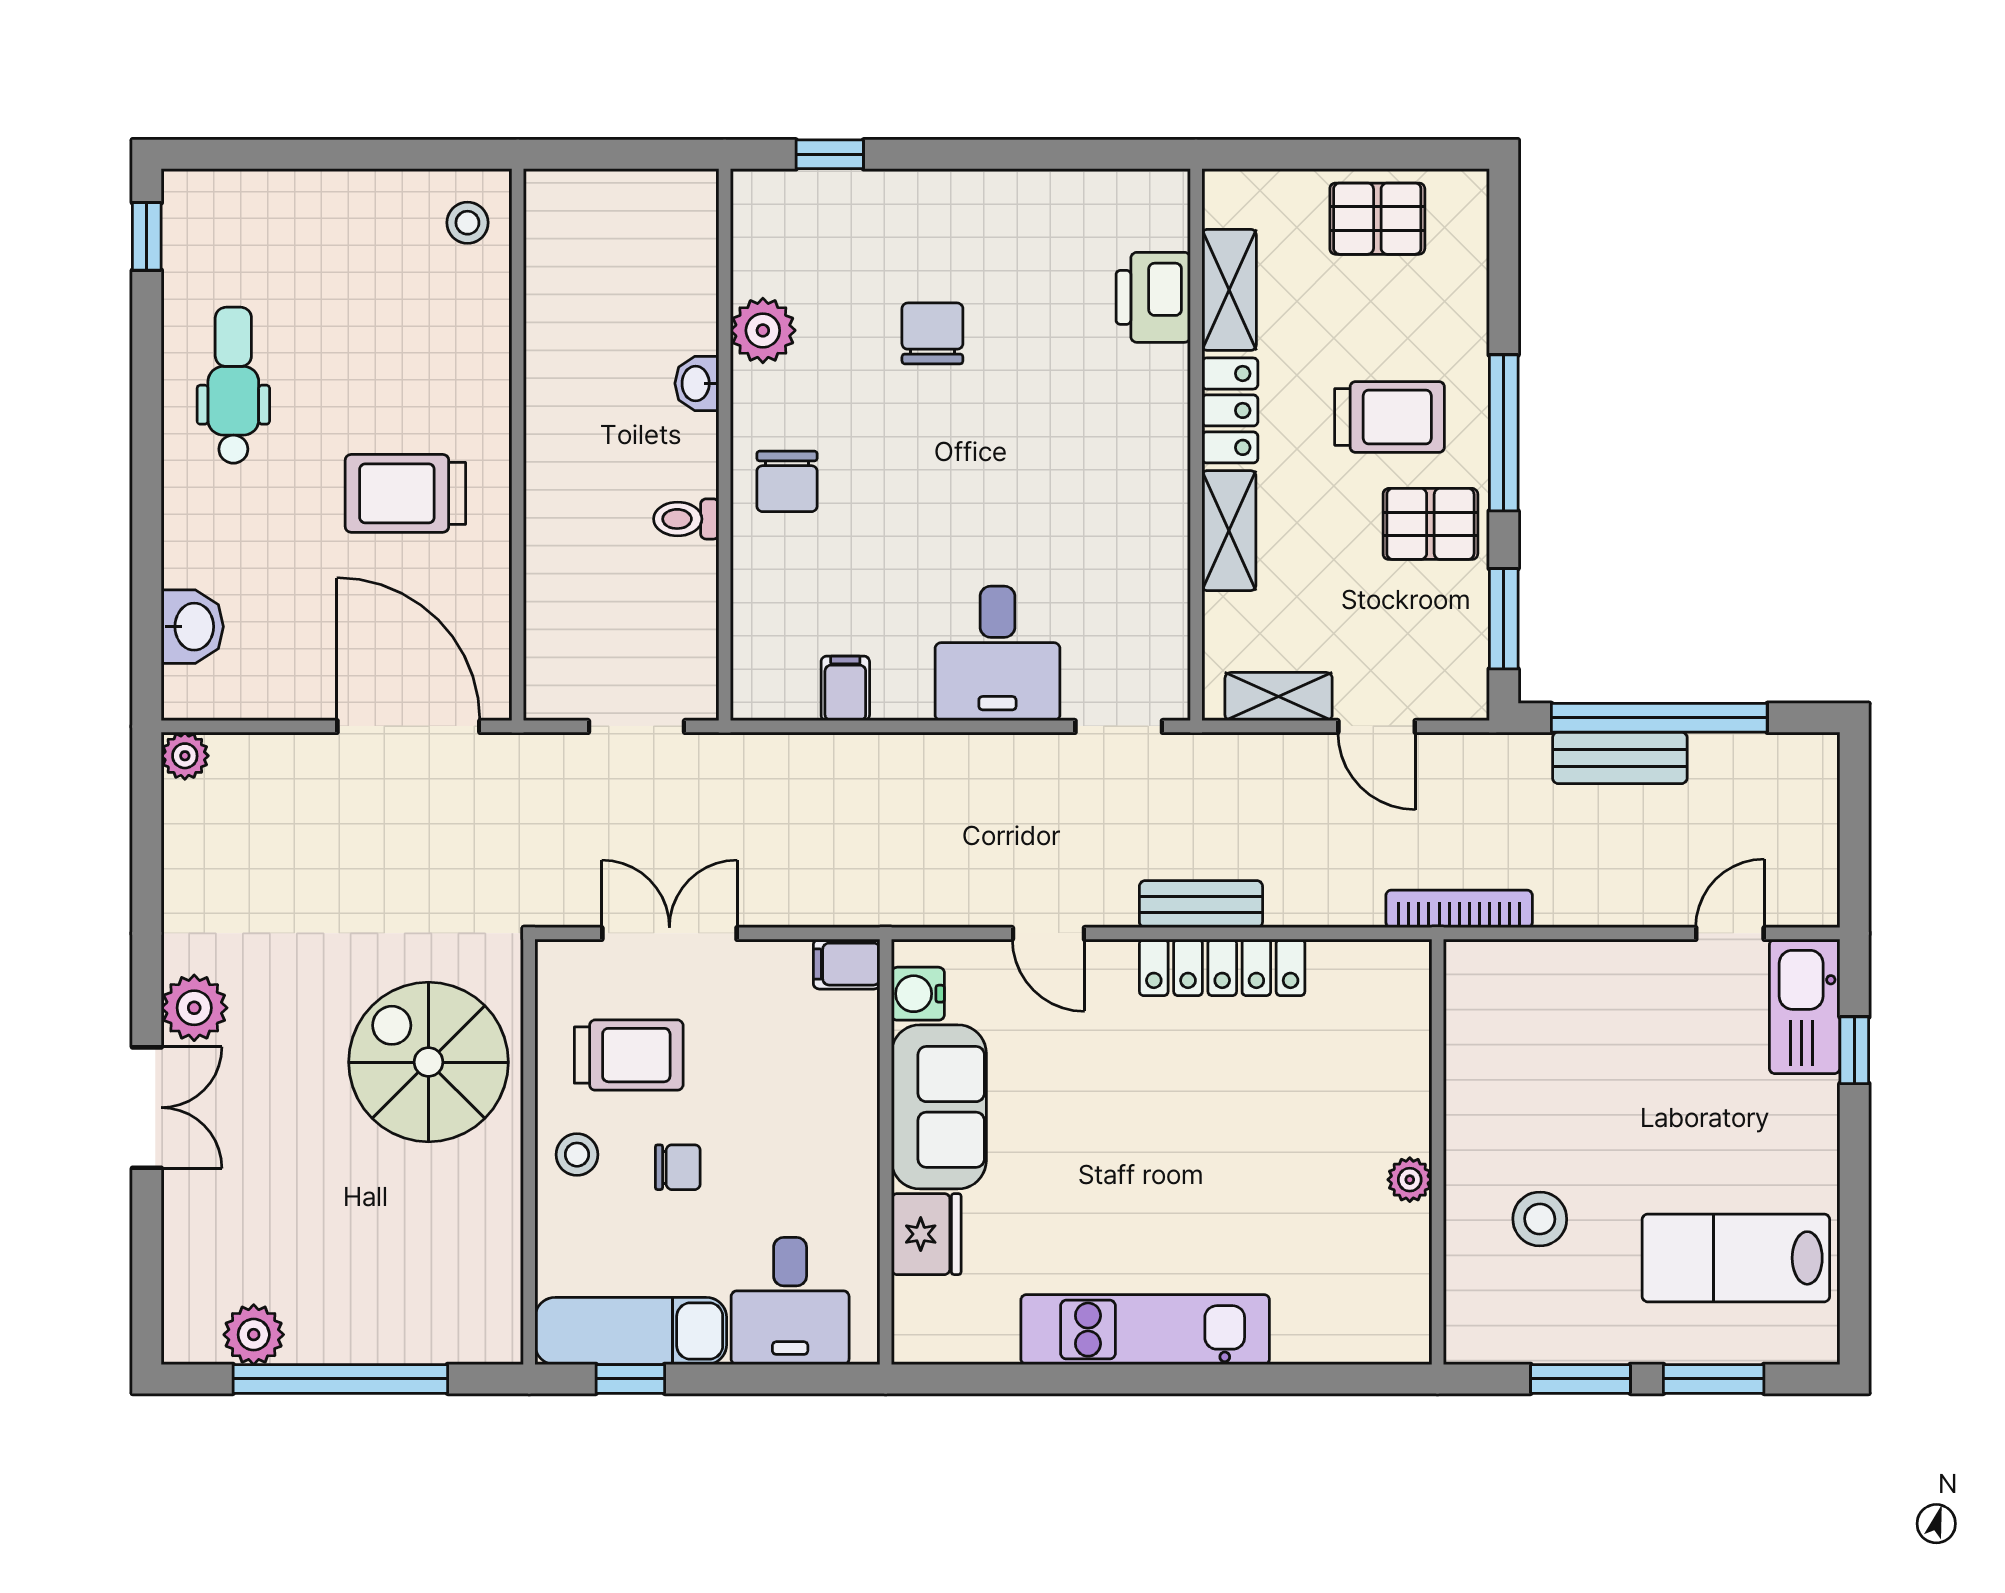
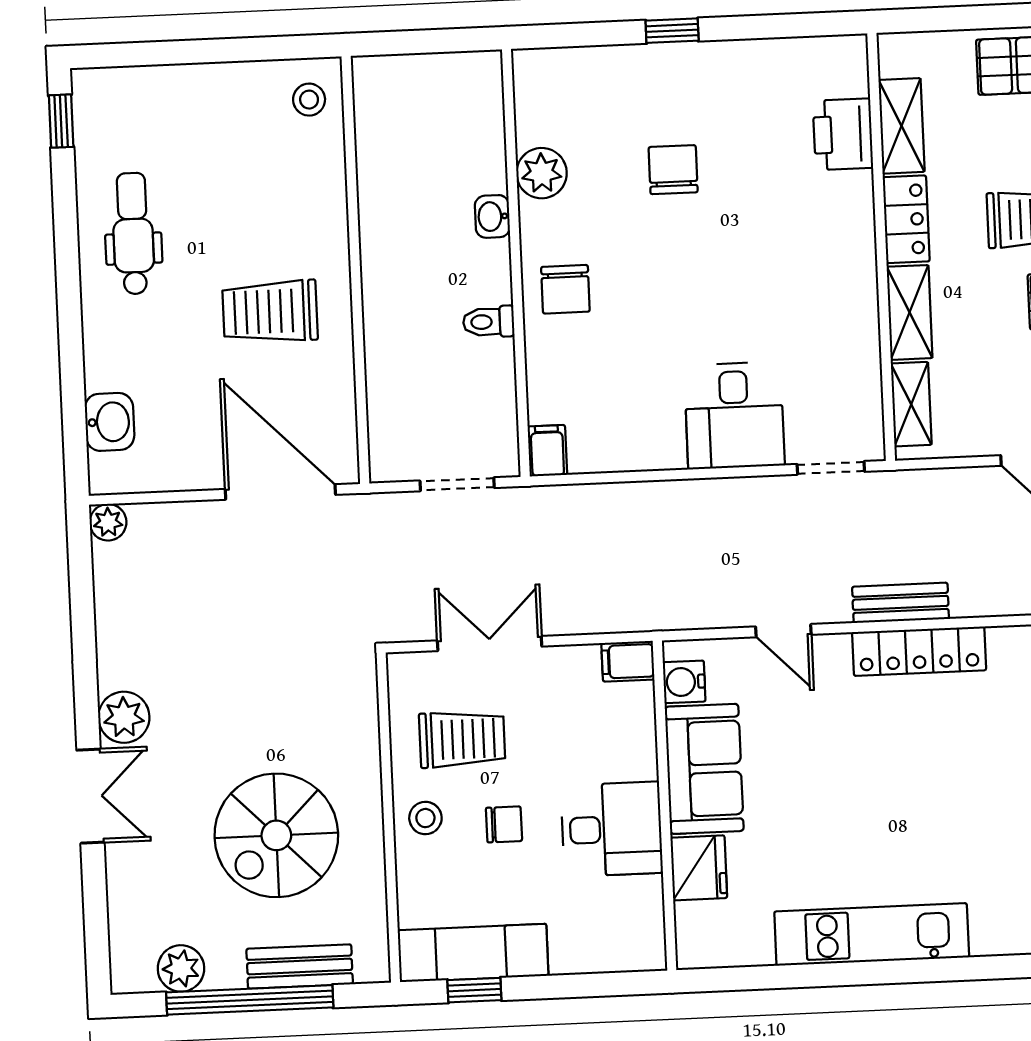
window: (830, 154) -> (672, 31), moved
filing cabinet: (845, 688) -> (547, 451), moved
shelving: (1279, 697) -> (911, 404), moved, turned 90
spiral stairs: (428, 1062) -> (276, 835), moved, turned -90
desk: (790, 1301) -> (612, 829), moved, turned -90
bench: (407, 1339) -> (300, 967), added

